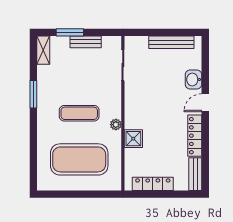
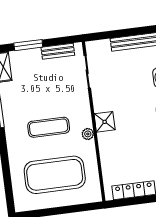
bench: (86, 42) -> (58, 51), moved
shower: (133, 139) -> (105, 122), moved

